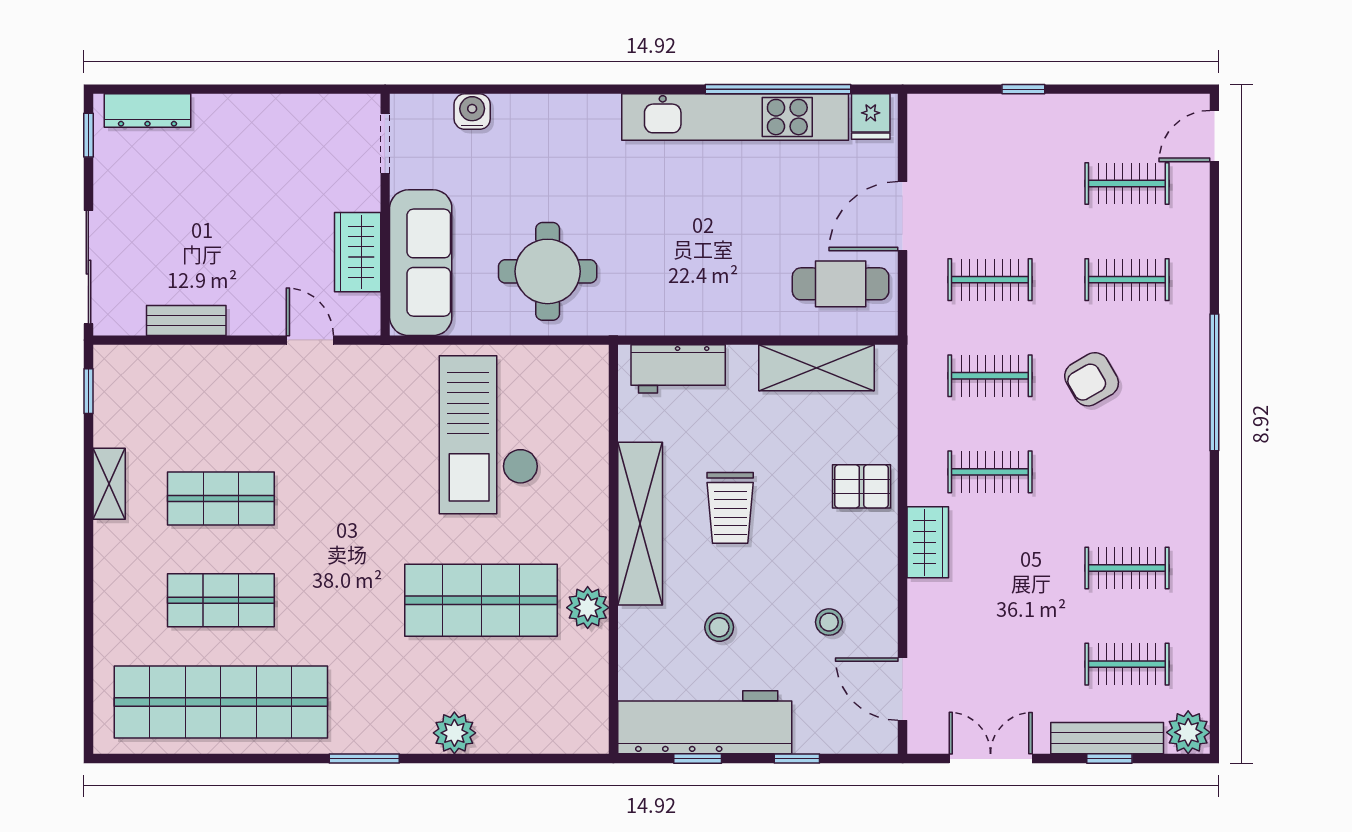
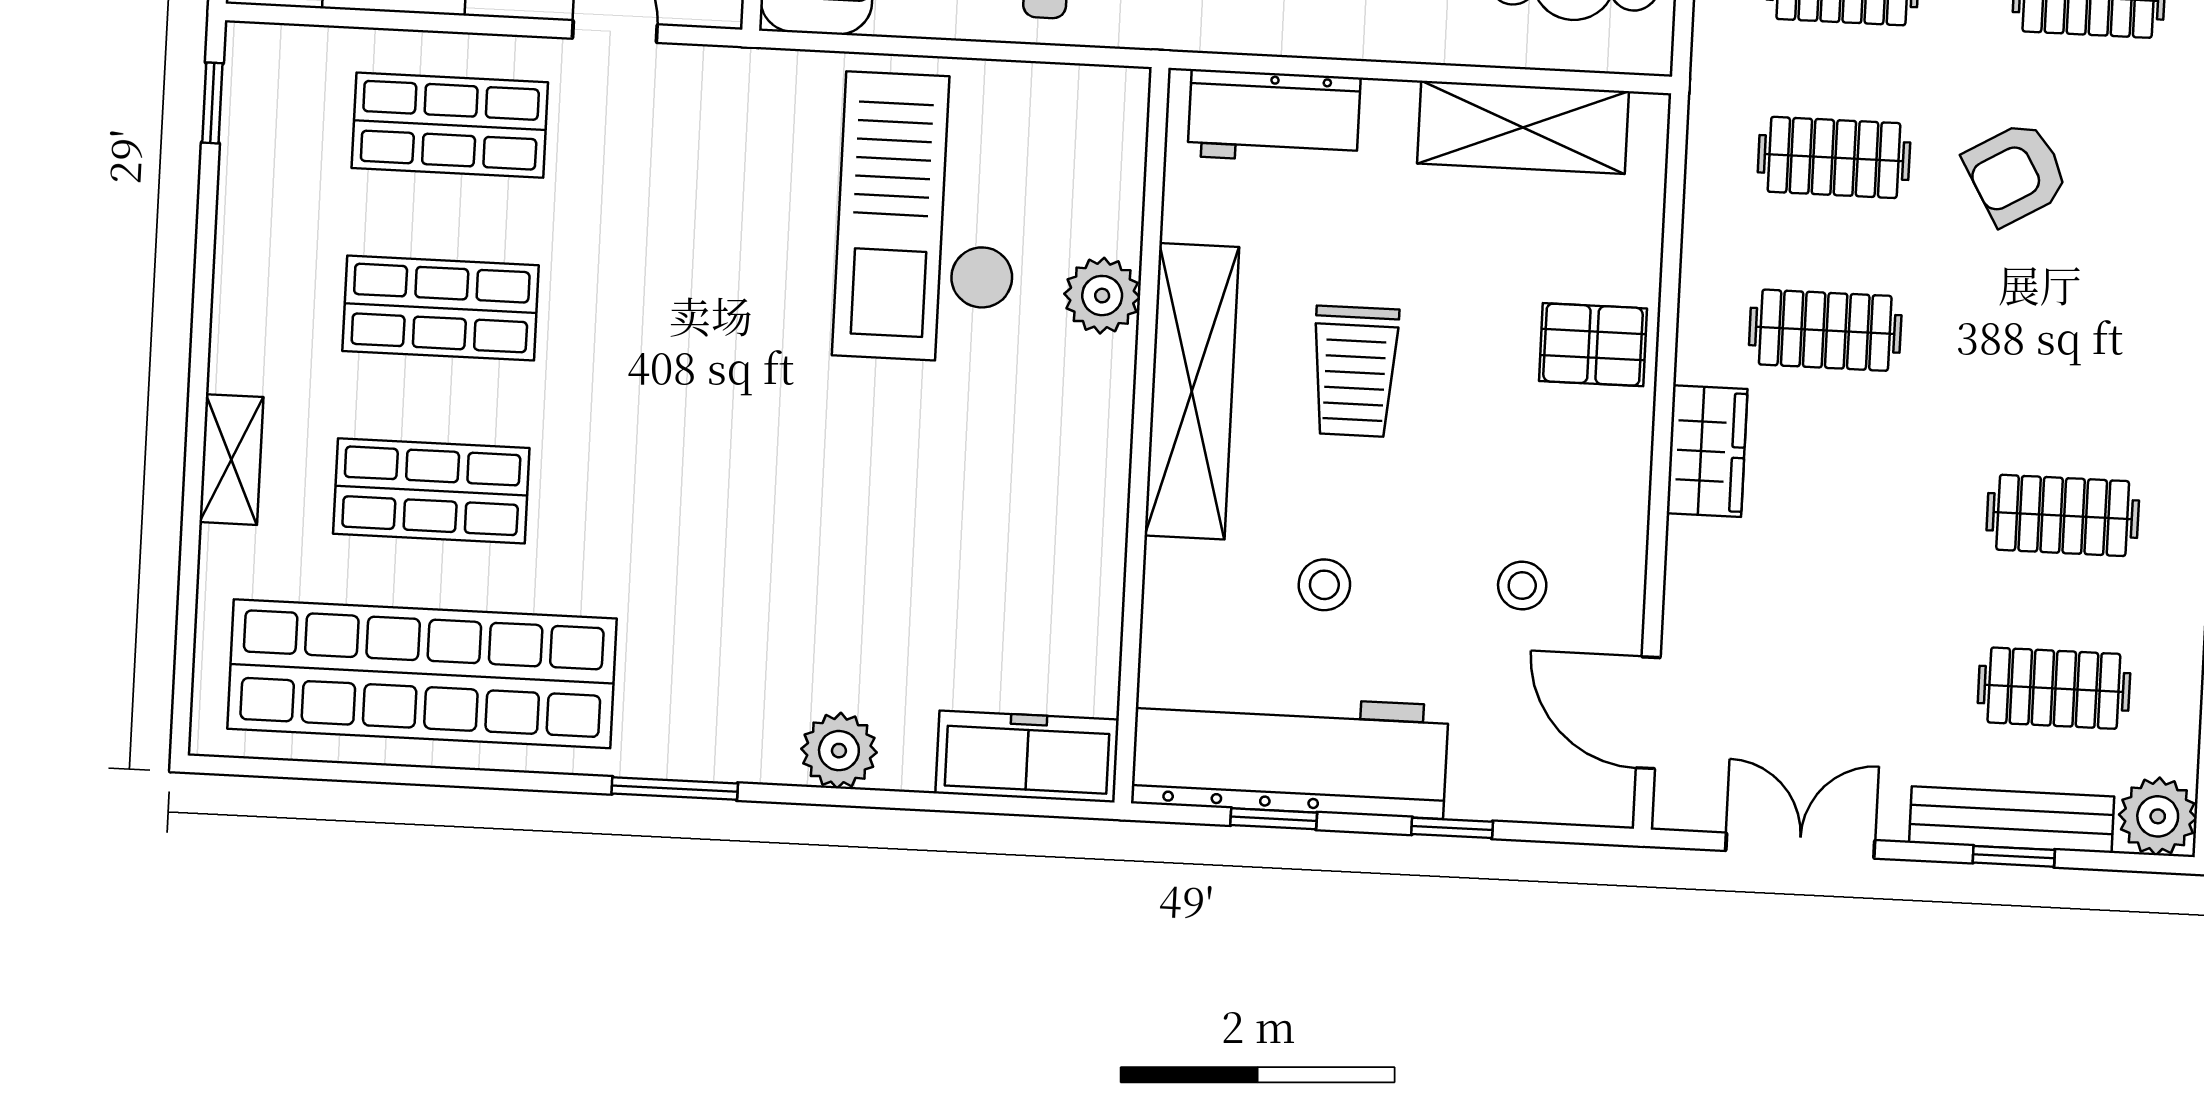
shelving: (109, 484) -> (231, 460), moved
shop shelf: (481, 600) -> (450, 125), moved, width x0.70, depth x0.74
plant: (588, 608) -> (1102, 296), moved
freezer: (559, 731) -> (1027, 756), added

